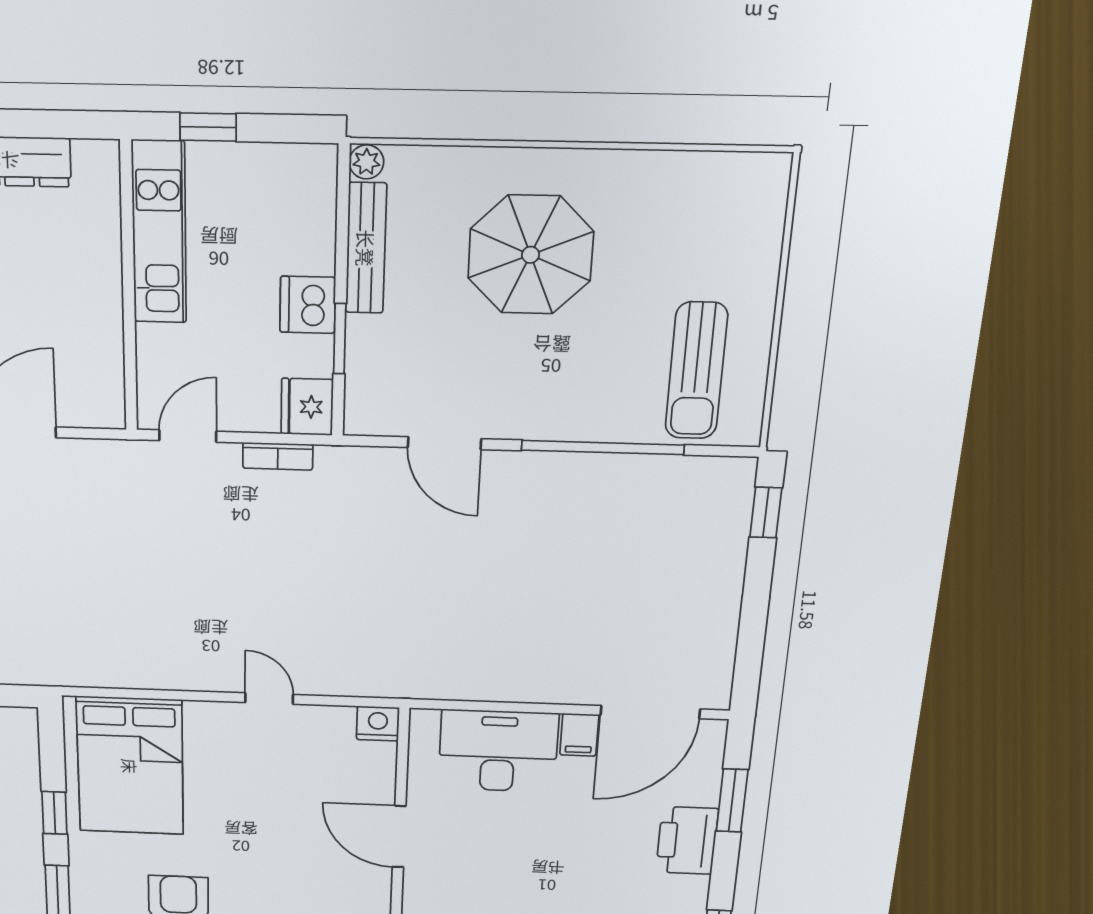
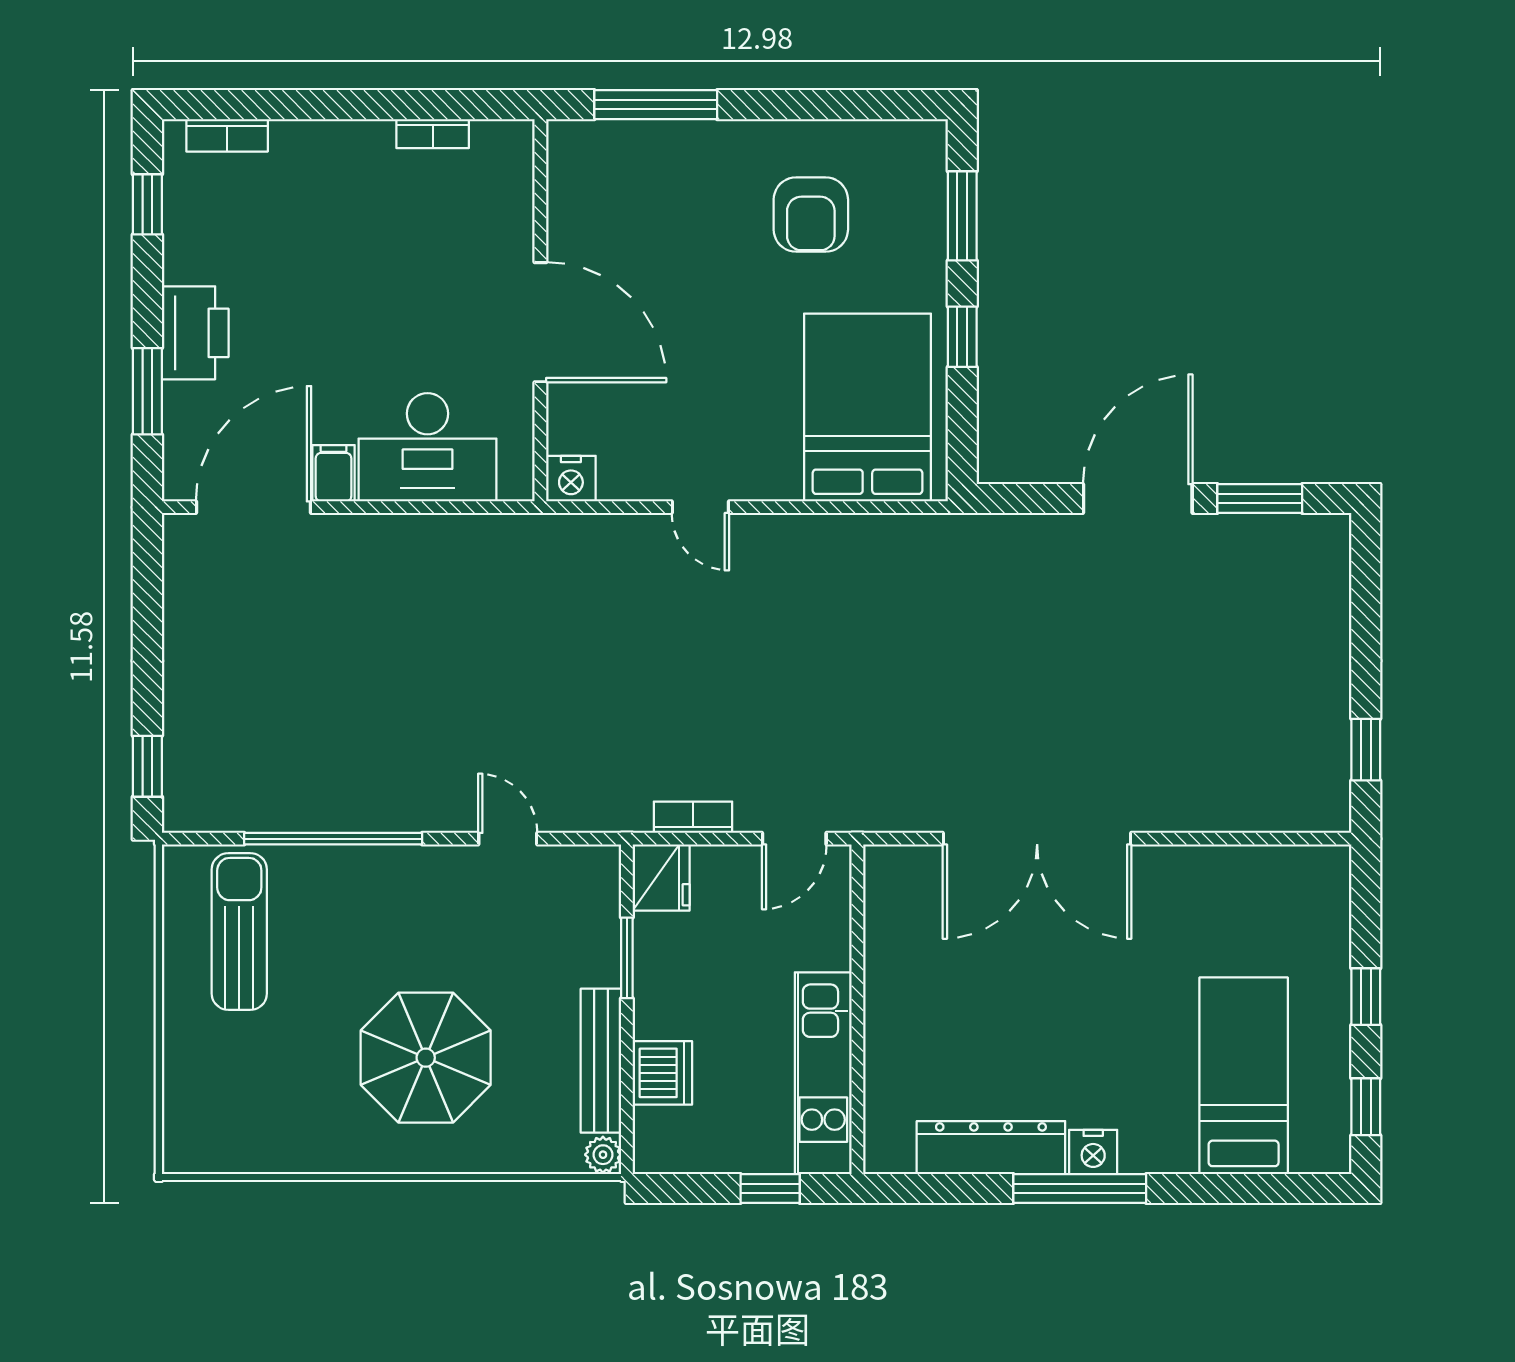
dishwasher: (308, 305) -> (662, 1073), moved
door: (444, 443) -> (508, 839), width x0.73
door: (399, 837) -> (540, 322), width x1.36

